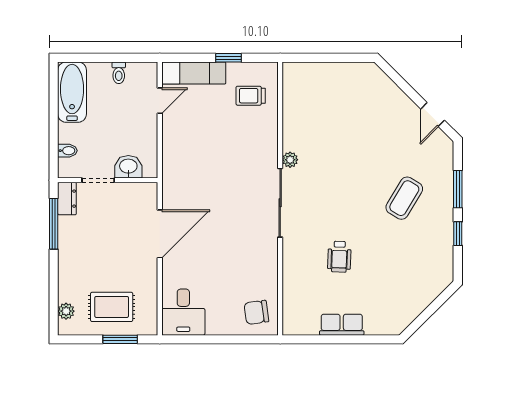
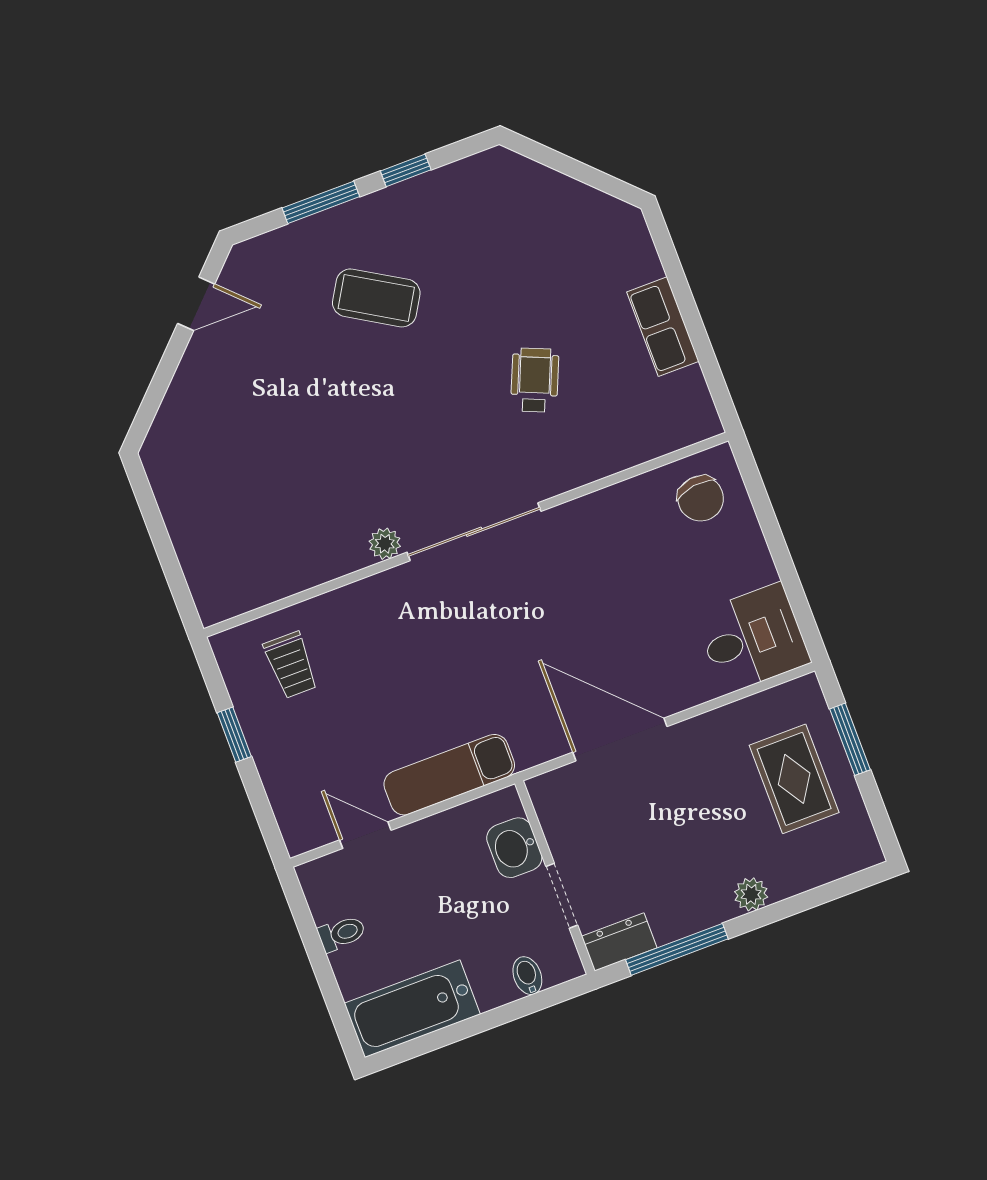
exam couch: (194, 73) -> (449, 775), moved, turned -90
wheelchair: (339, 257) -> (535, 380), turned -69
plant: (66, 311) -> (751, 894), moved

